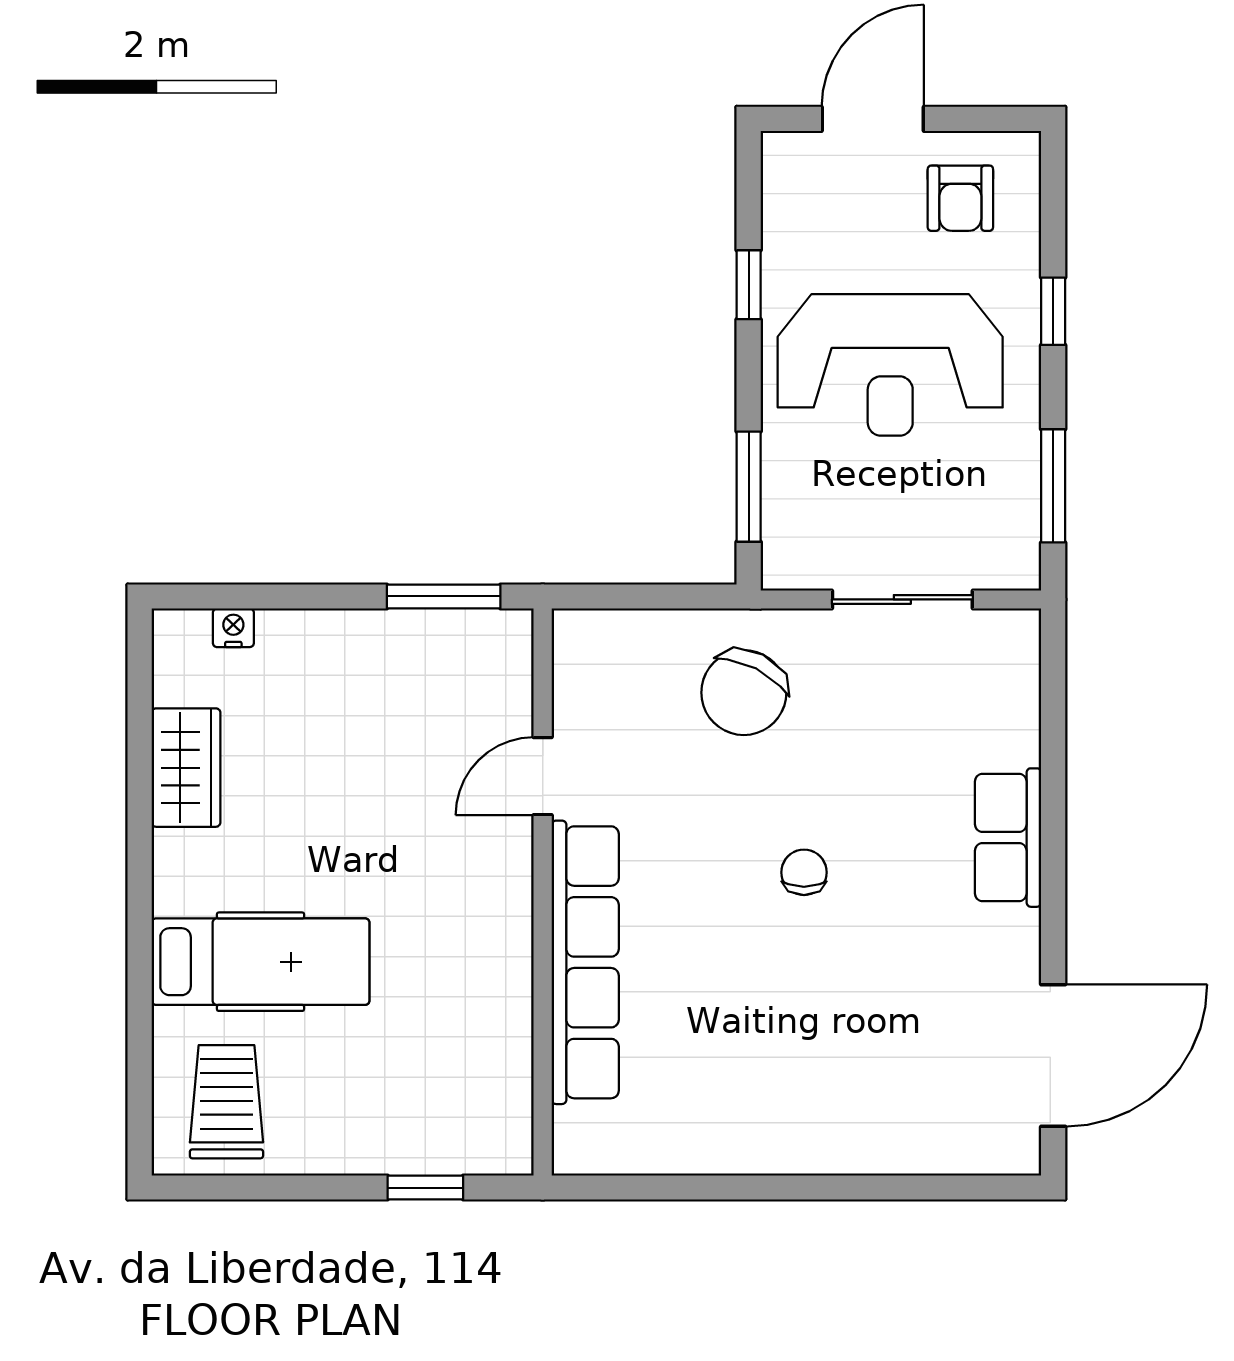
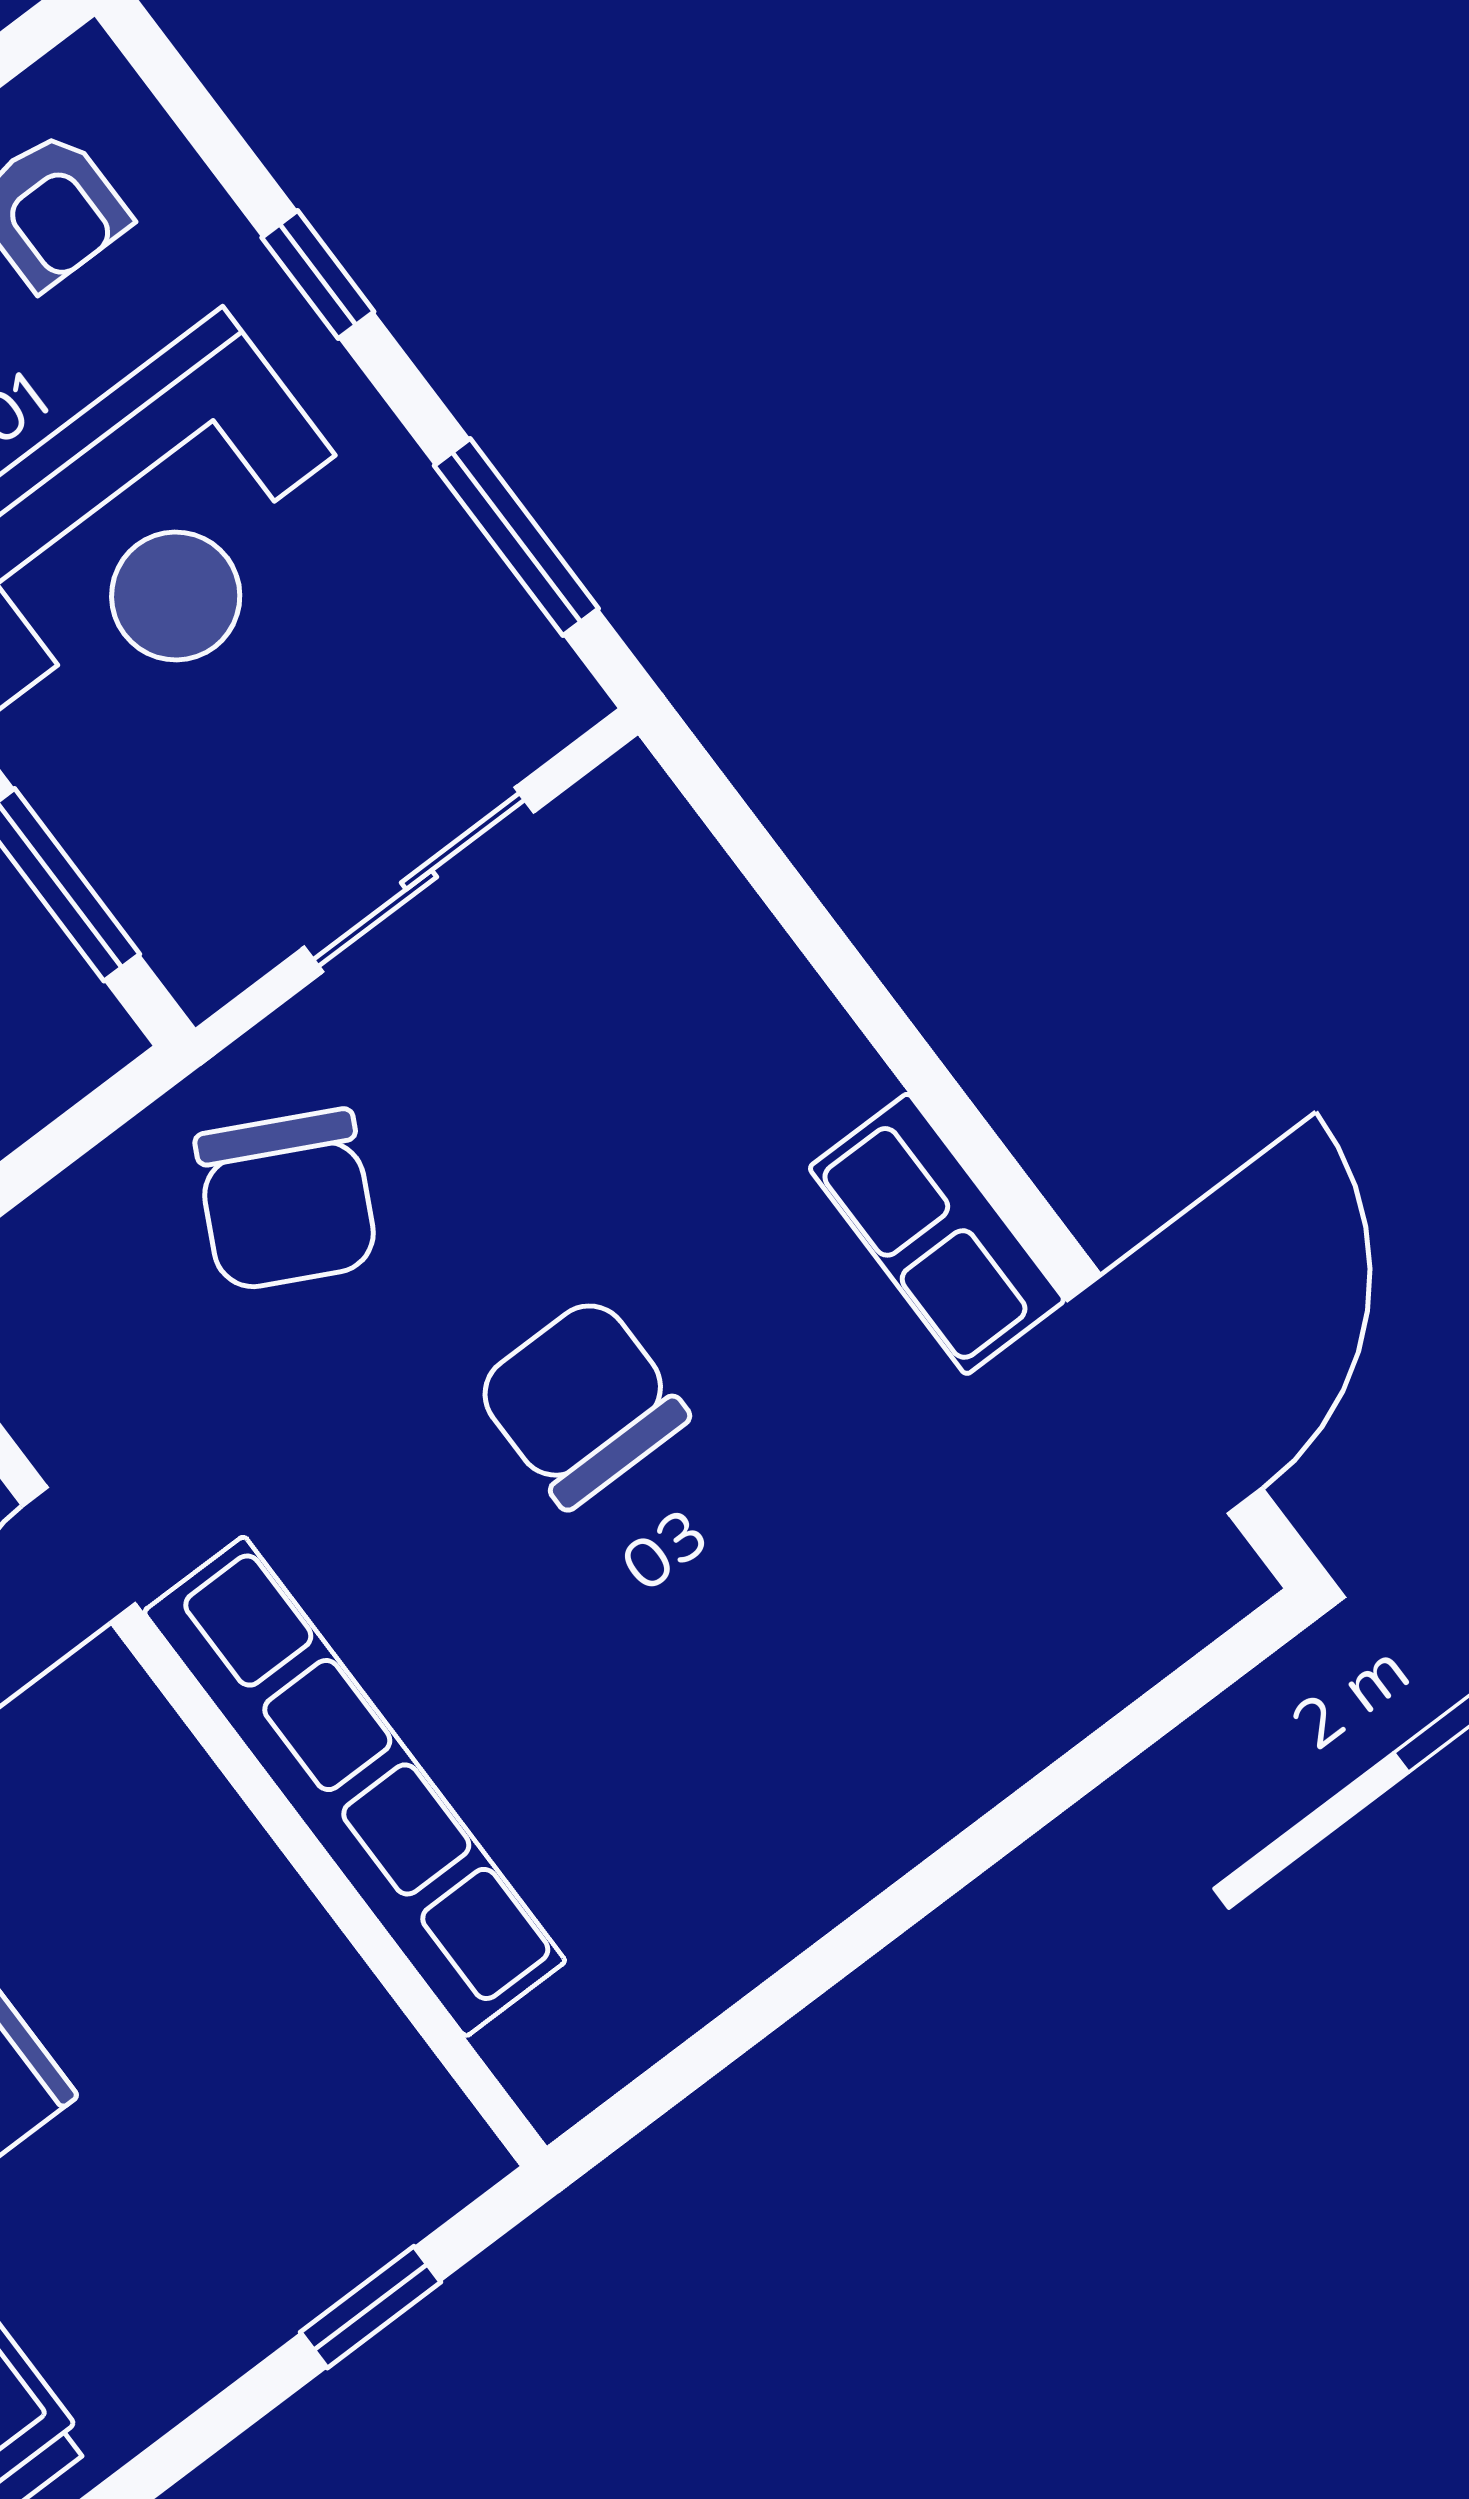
row of seats: (1008, 838) -> (937, 1234), moved
chair: (804, 872) -> (581, 1402), width x1.87, depth x1.87

